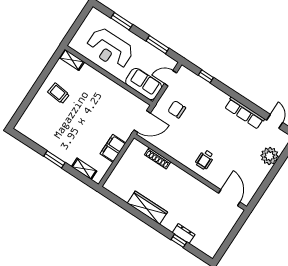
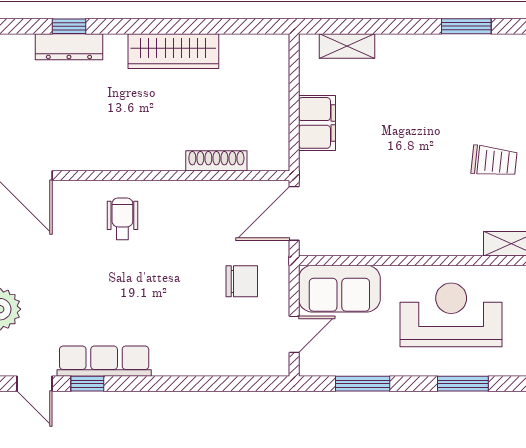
window: (206, 76) -> (87, 384), moved
window: (54, 159) -> (466, 26), moved
dresser: (184, 234) -> (69, 47), width x1.44

